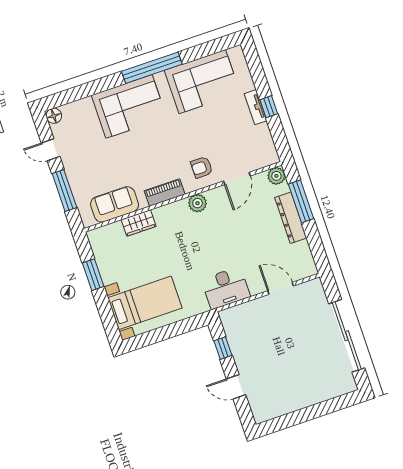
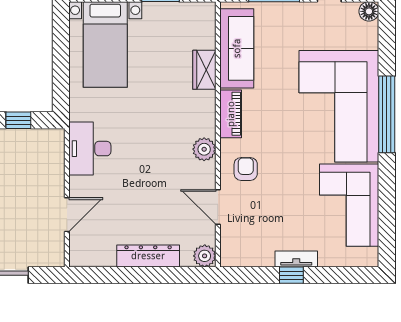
window: (152, 68) -> (387, 114), moved
corner sofa: (129, 106) -> (339, 106), width x1.36, depth x1.36
window: (301, 201) -> (164, 275), removed
sofa: (115, 204) -> (237, 48), width x1.36

